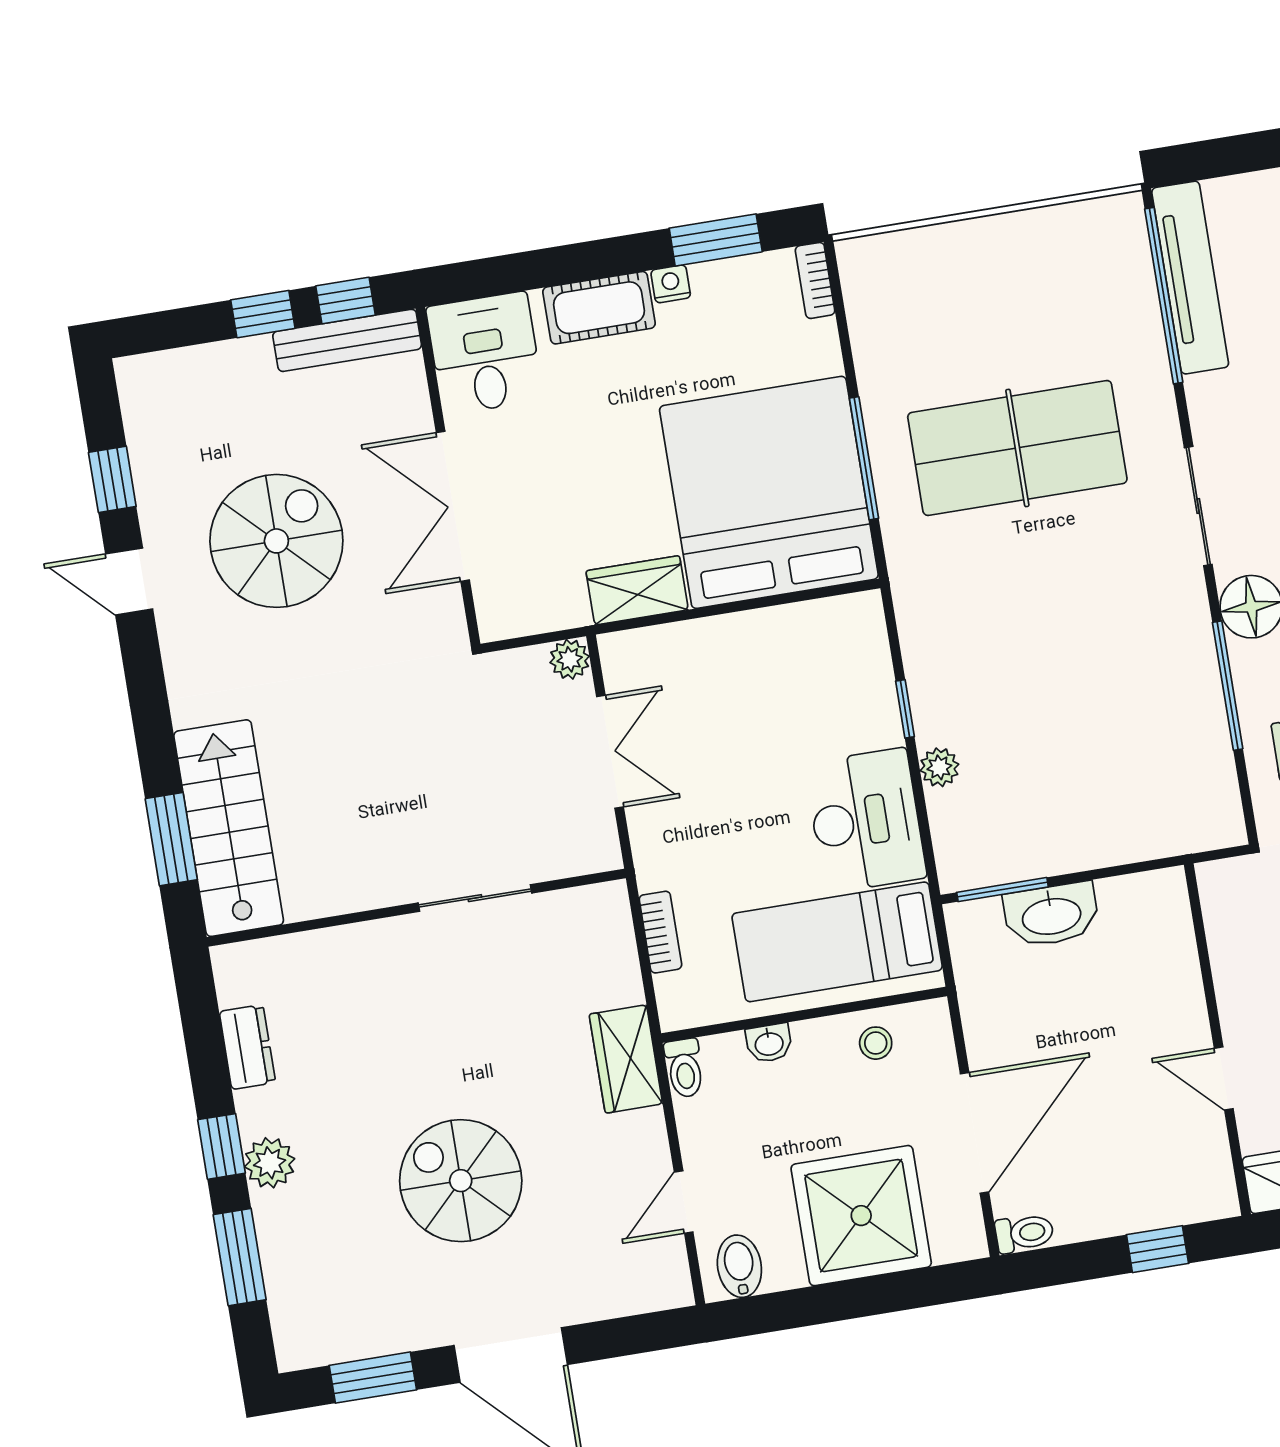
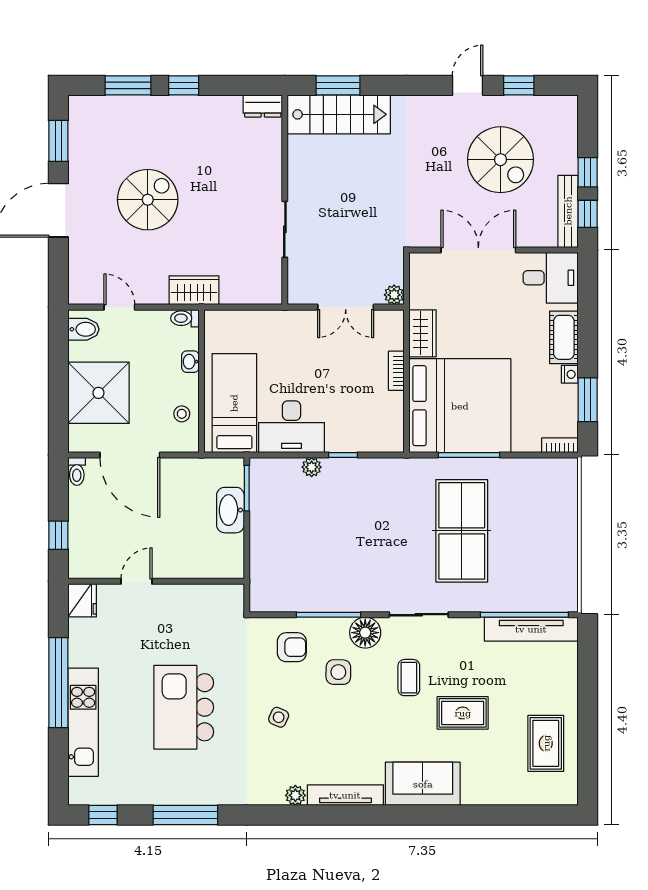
spiral stairs: (276, 541) -> (501, 160), moved
bookcase: (660, 932) -> (396, 371), moved, turned 90
dresser: (247, 1047) -> (263, 106), moved
plant: (270, 1163) -> (172, 108), removed

